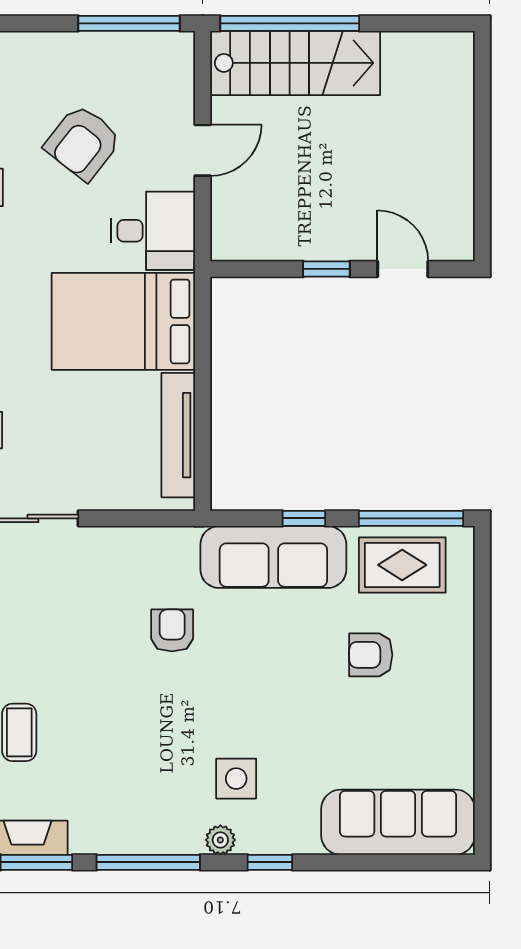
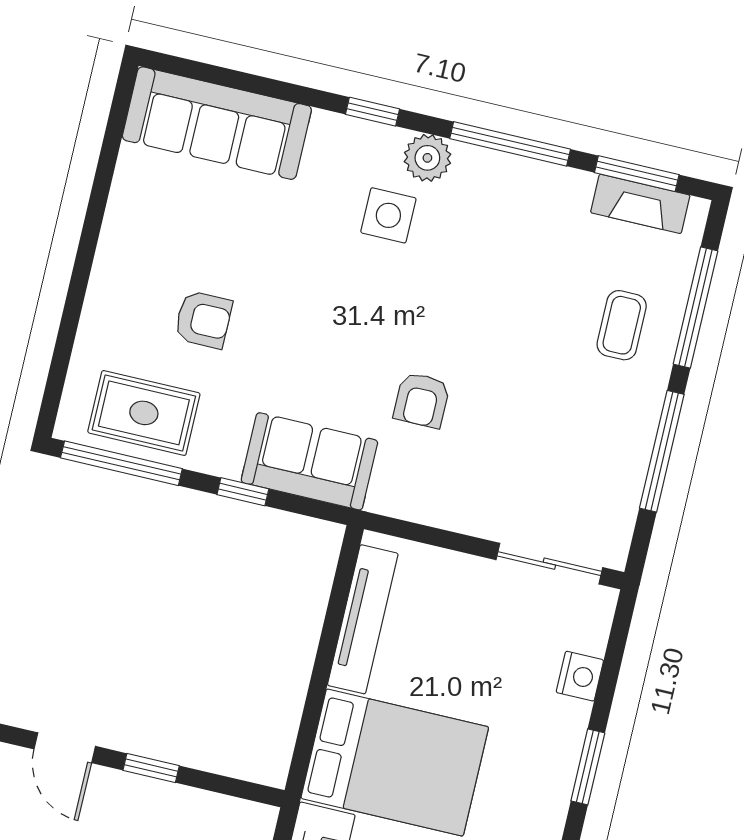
sofa: (273, 557) -> (309, 461), width x0.73
plant: (220, 840) -> (427, 158), width x1.38, depth x1.38

